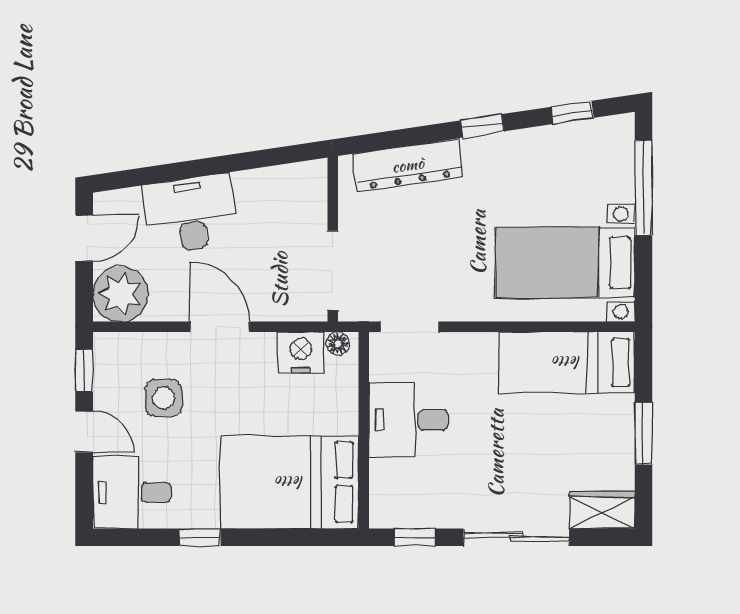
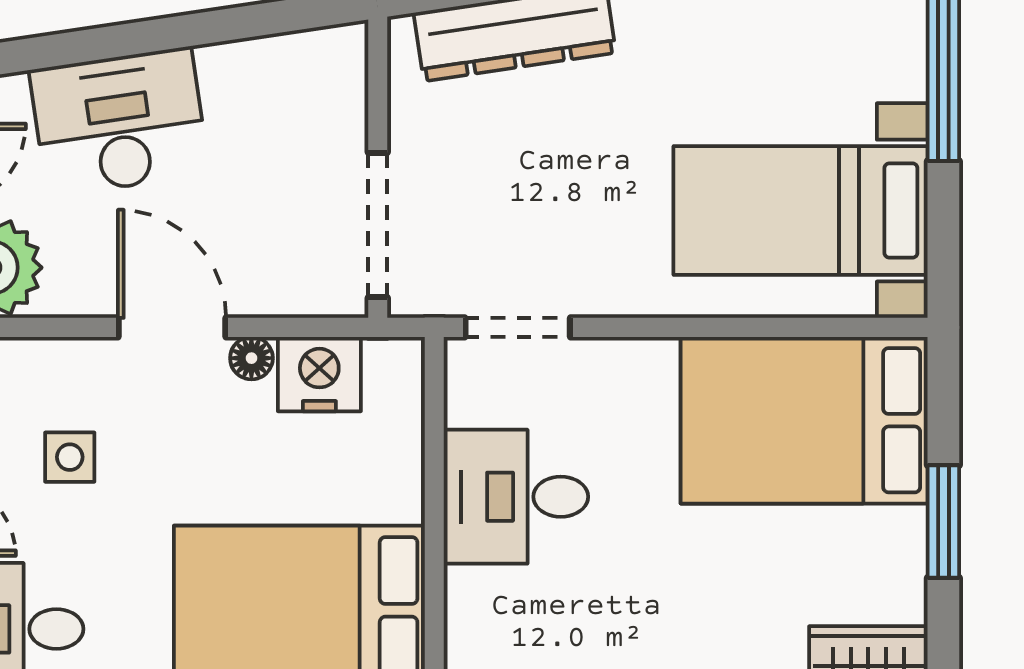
floor lamp: (338, 344) -> (251, 358), moved
bed: (567, 362) -> (804, 420), width x1.50
side table: (163, 398) -> (70, 457), width x0.73, depth x0.73

